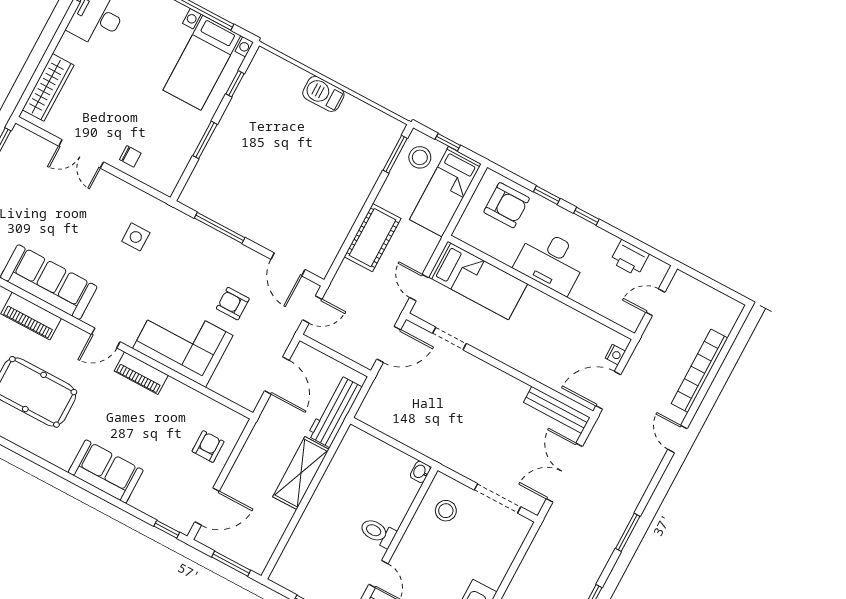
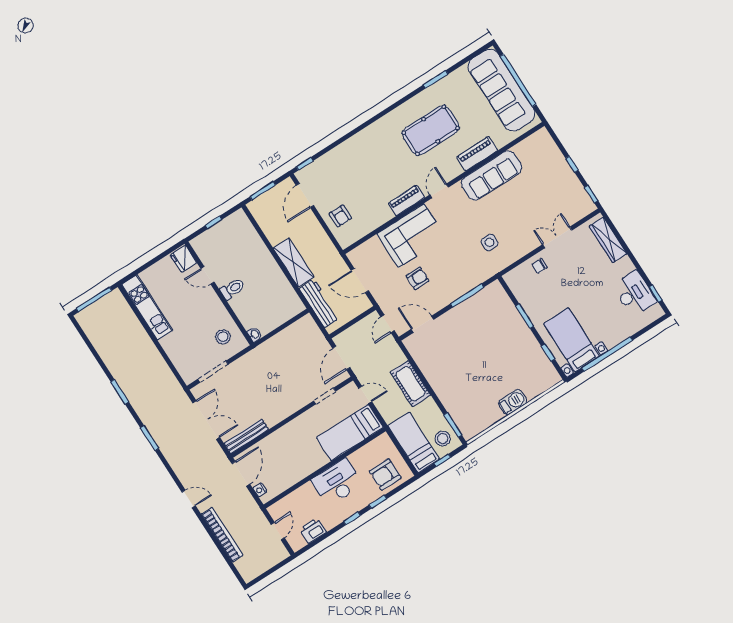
sofa: (106, 471) -> (359, 147), removed

